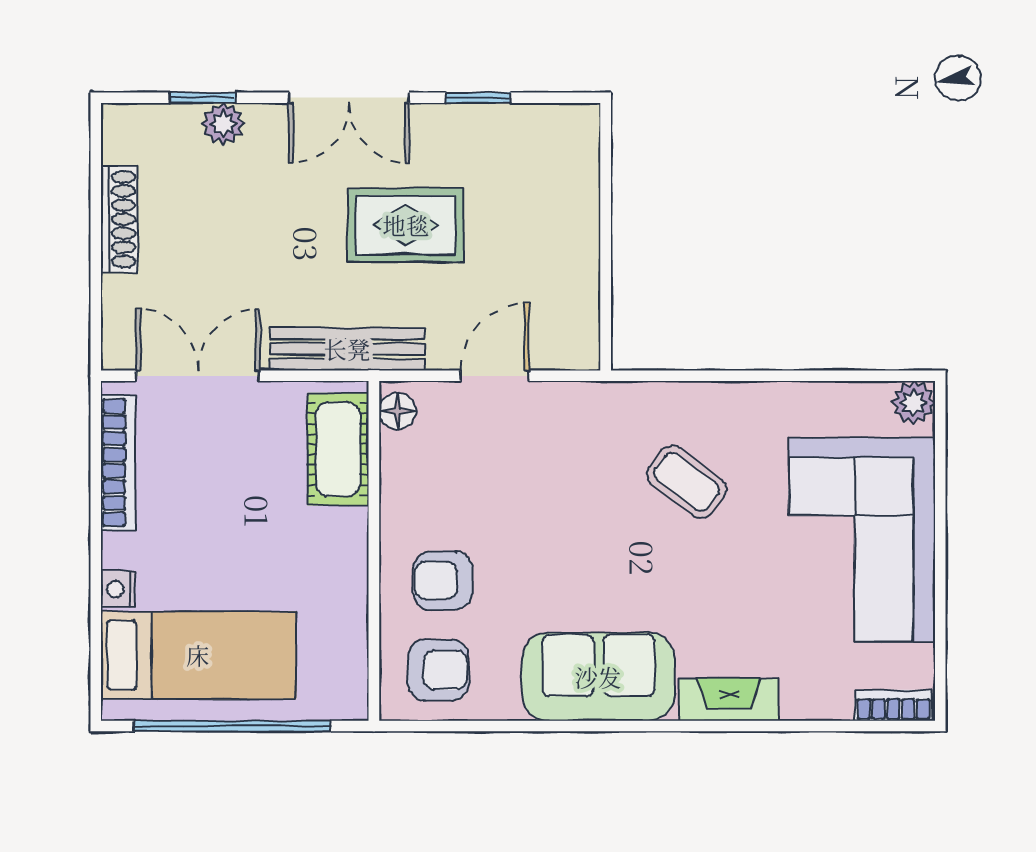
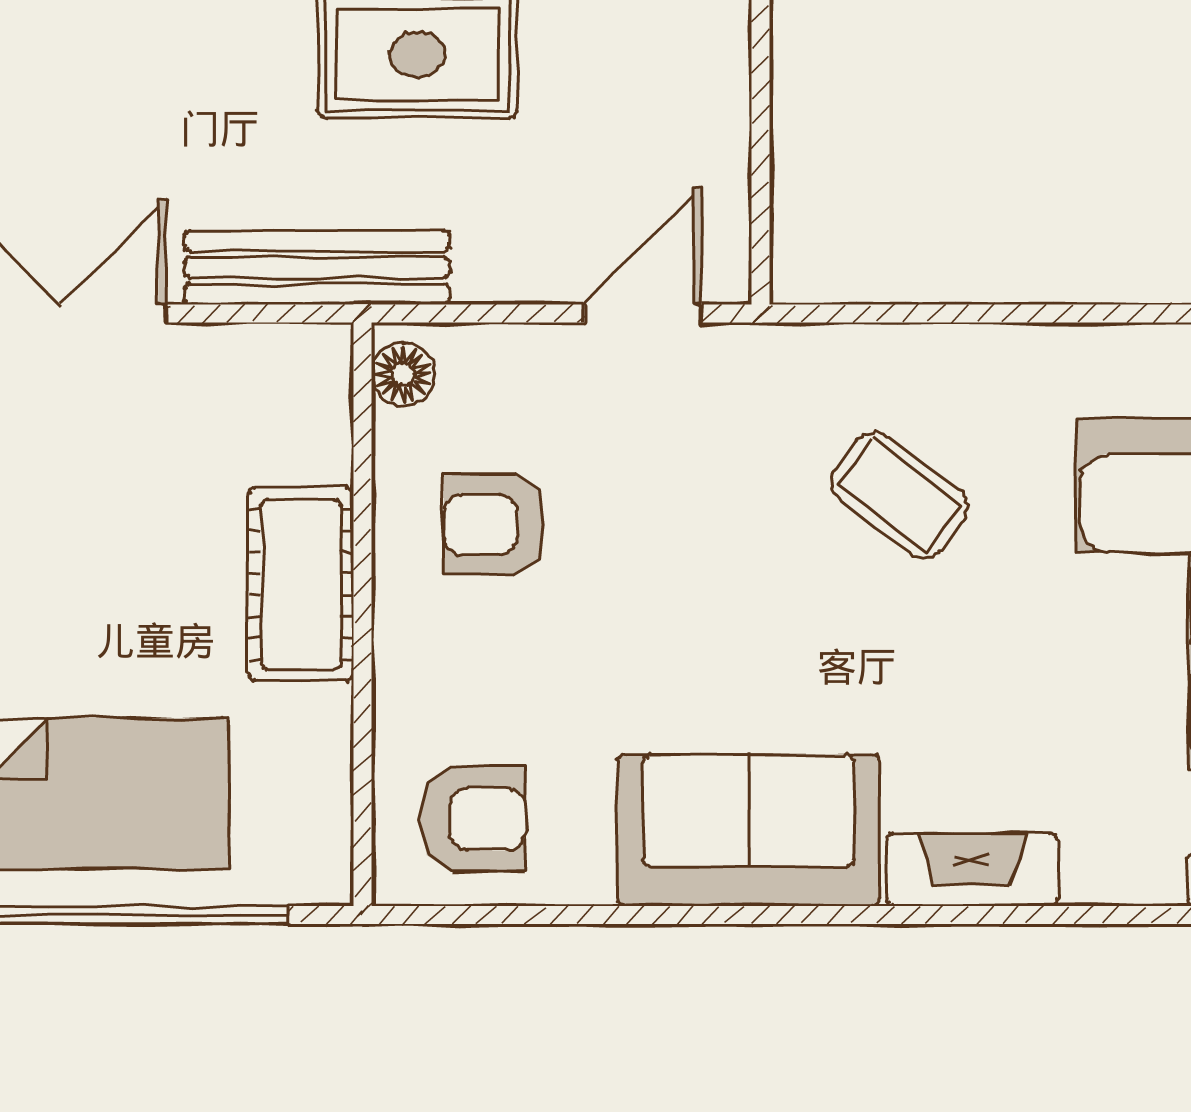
door: (495, 376) -> (643, 313), moved
cot: (338, 449) -> (301, 584), moved
armchair: (443, 580) -> (494, 525), moved

